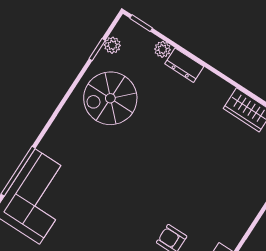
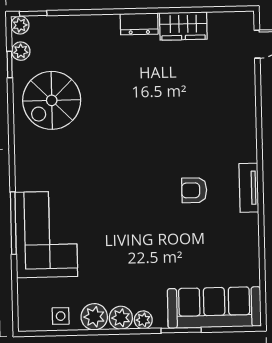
plant: (162, 49) -> (20, 25), moved
dresser: (184, 65) -> (139, 24), moved

